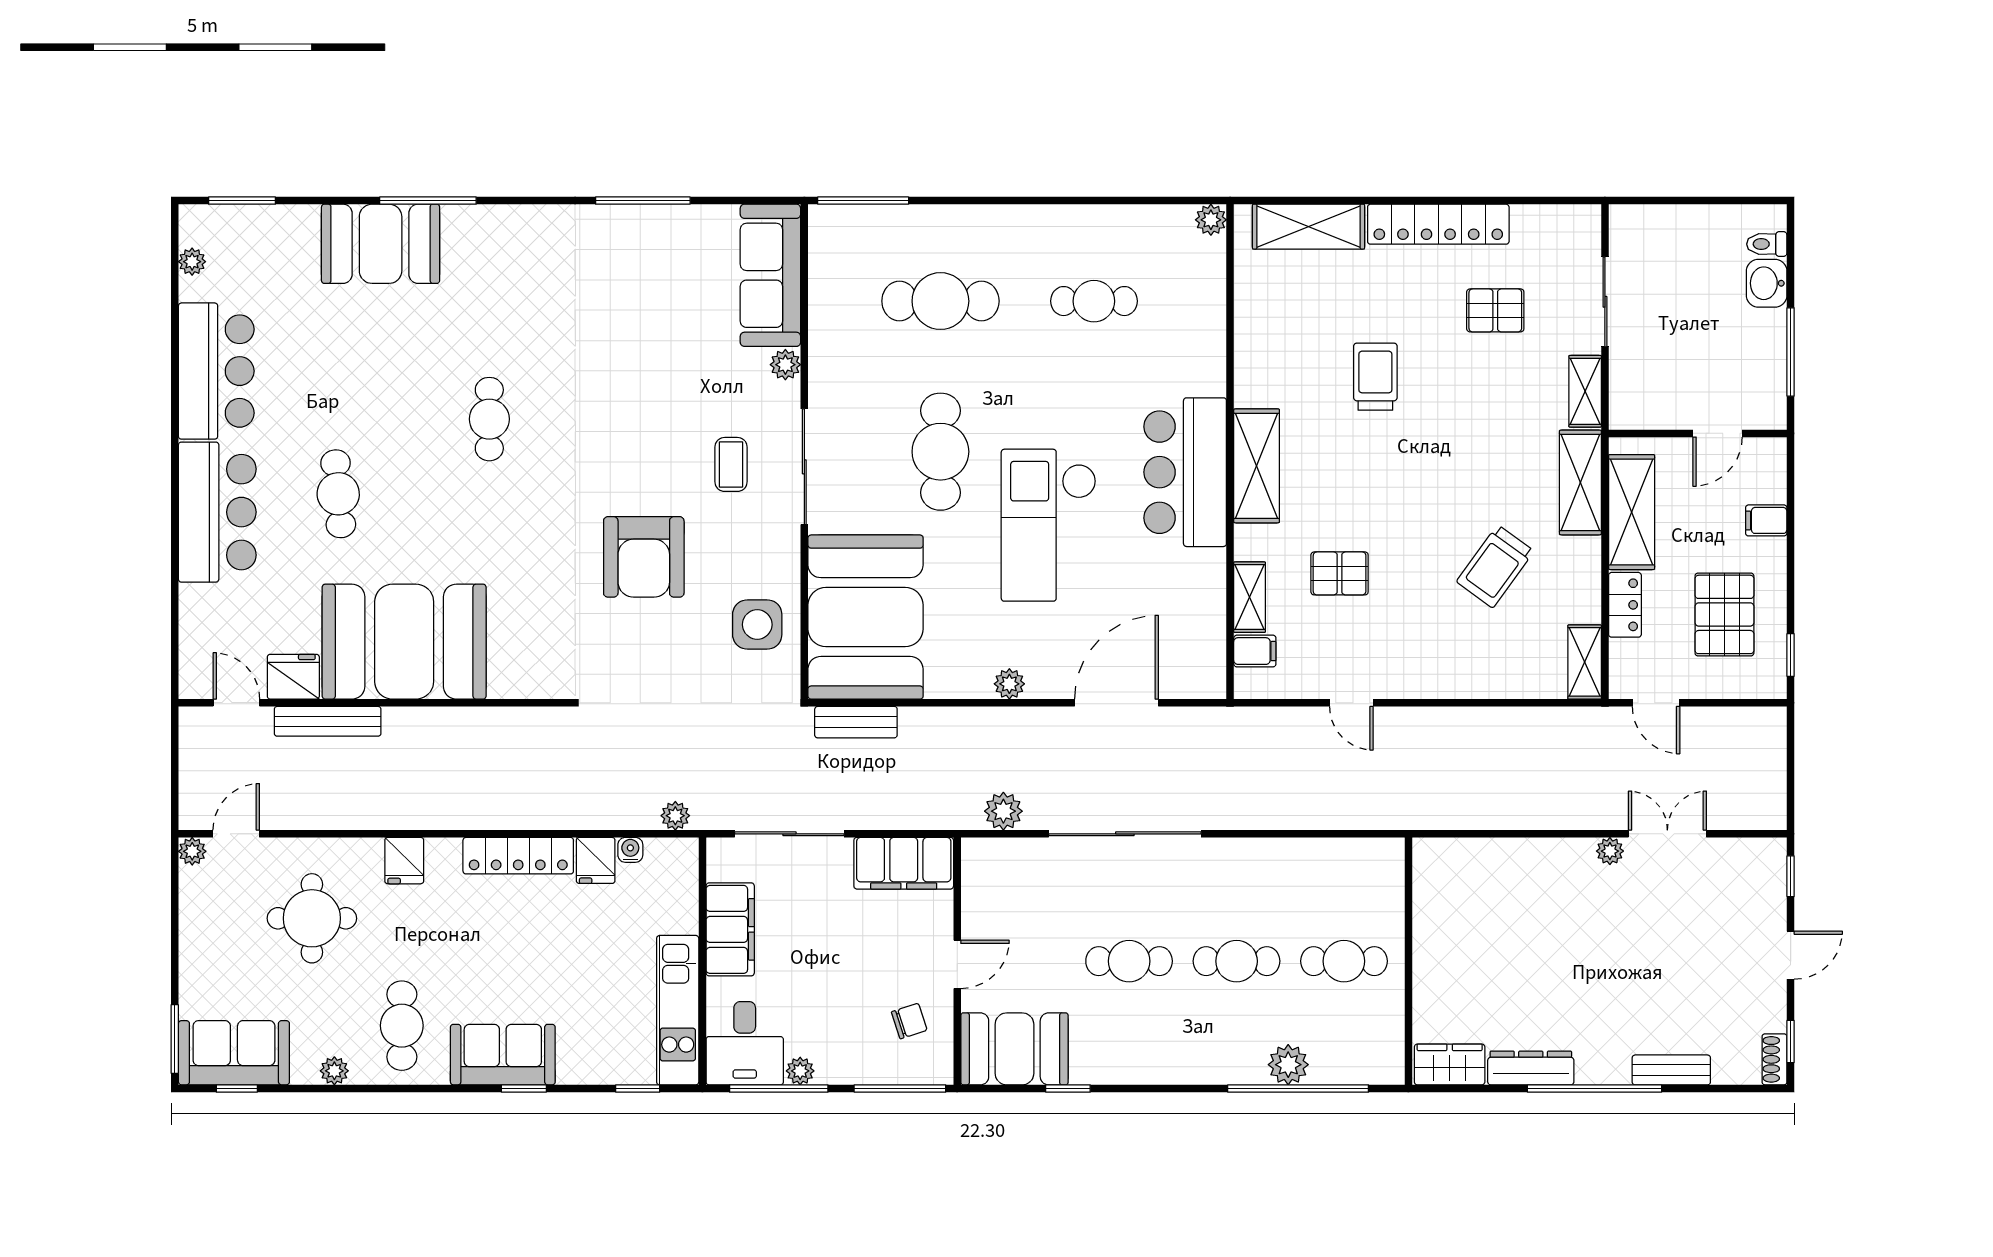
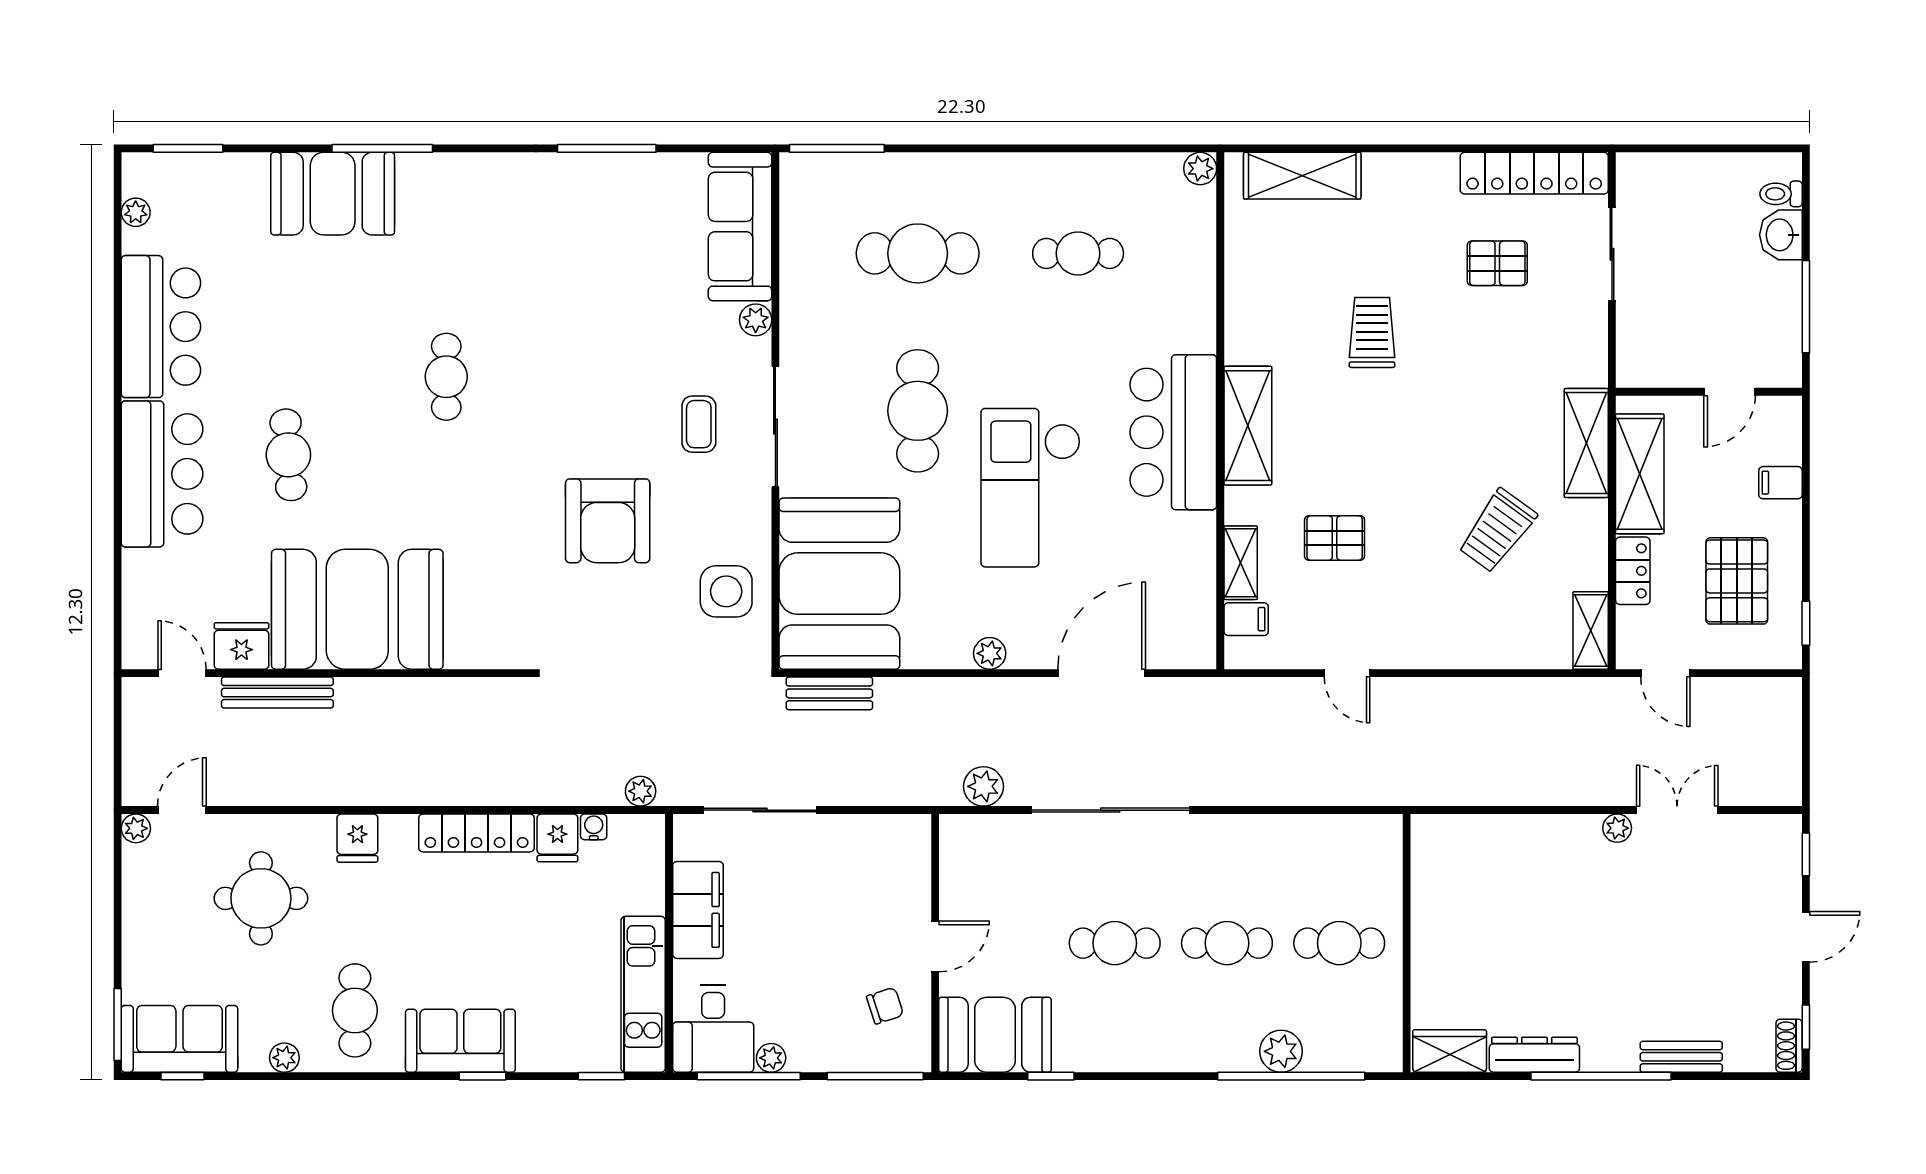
locker: (1438, 224) -> (1534, 173), moved
shelving: (1585, 391) -> (1591, 348), removed
filing cabinet: (904, 863) -> (879, 841), removed

